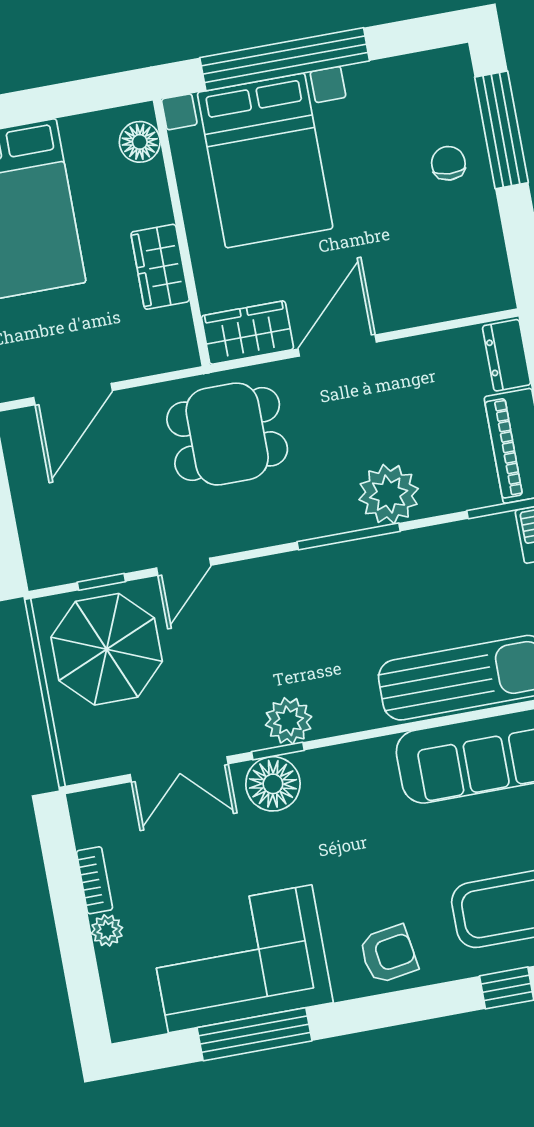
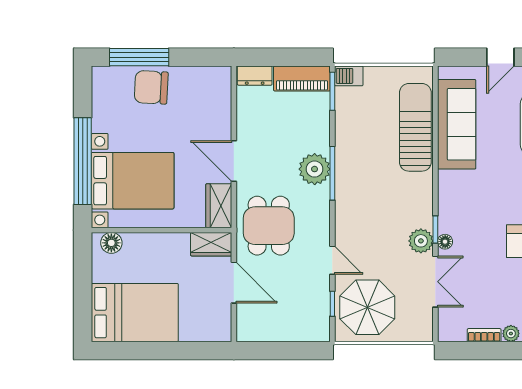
chair: (448, 163) -> (151, 87), width x1.87, depth x1.87
wardrobe: (160, 267) -> (211, 244), moved
door: (73, 394) -> (234, 283), moved
plant: (389, 494) -> (315, 169), moved
plant: (289, 721) -> (421, 241), moved
floor lamp: (273, 784) -> (445, 242), width x0.53, depth x0.53

